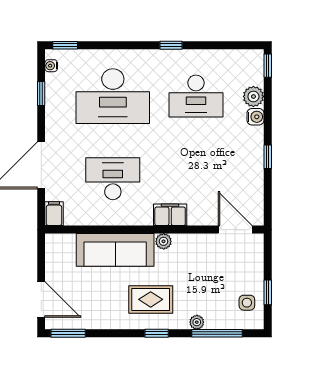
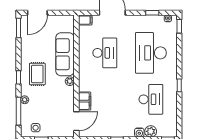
desk: (196, 96) -> (151, 99), turned 180
filing cabinet: (170, 215) -> (85, 101), moved

